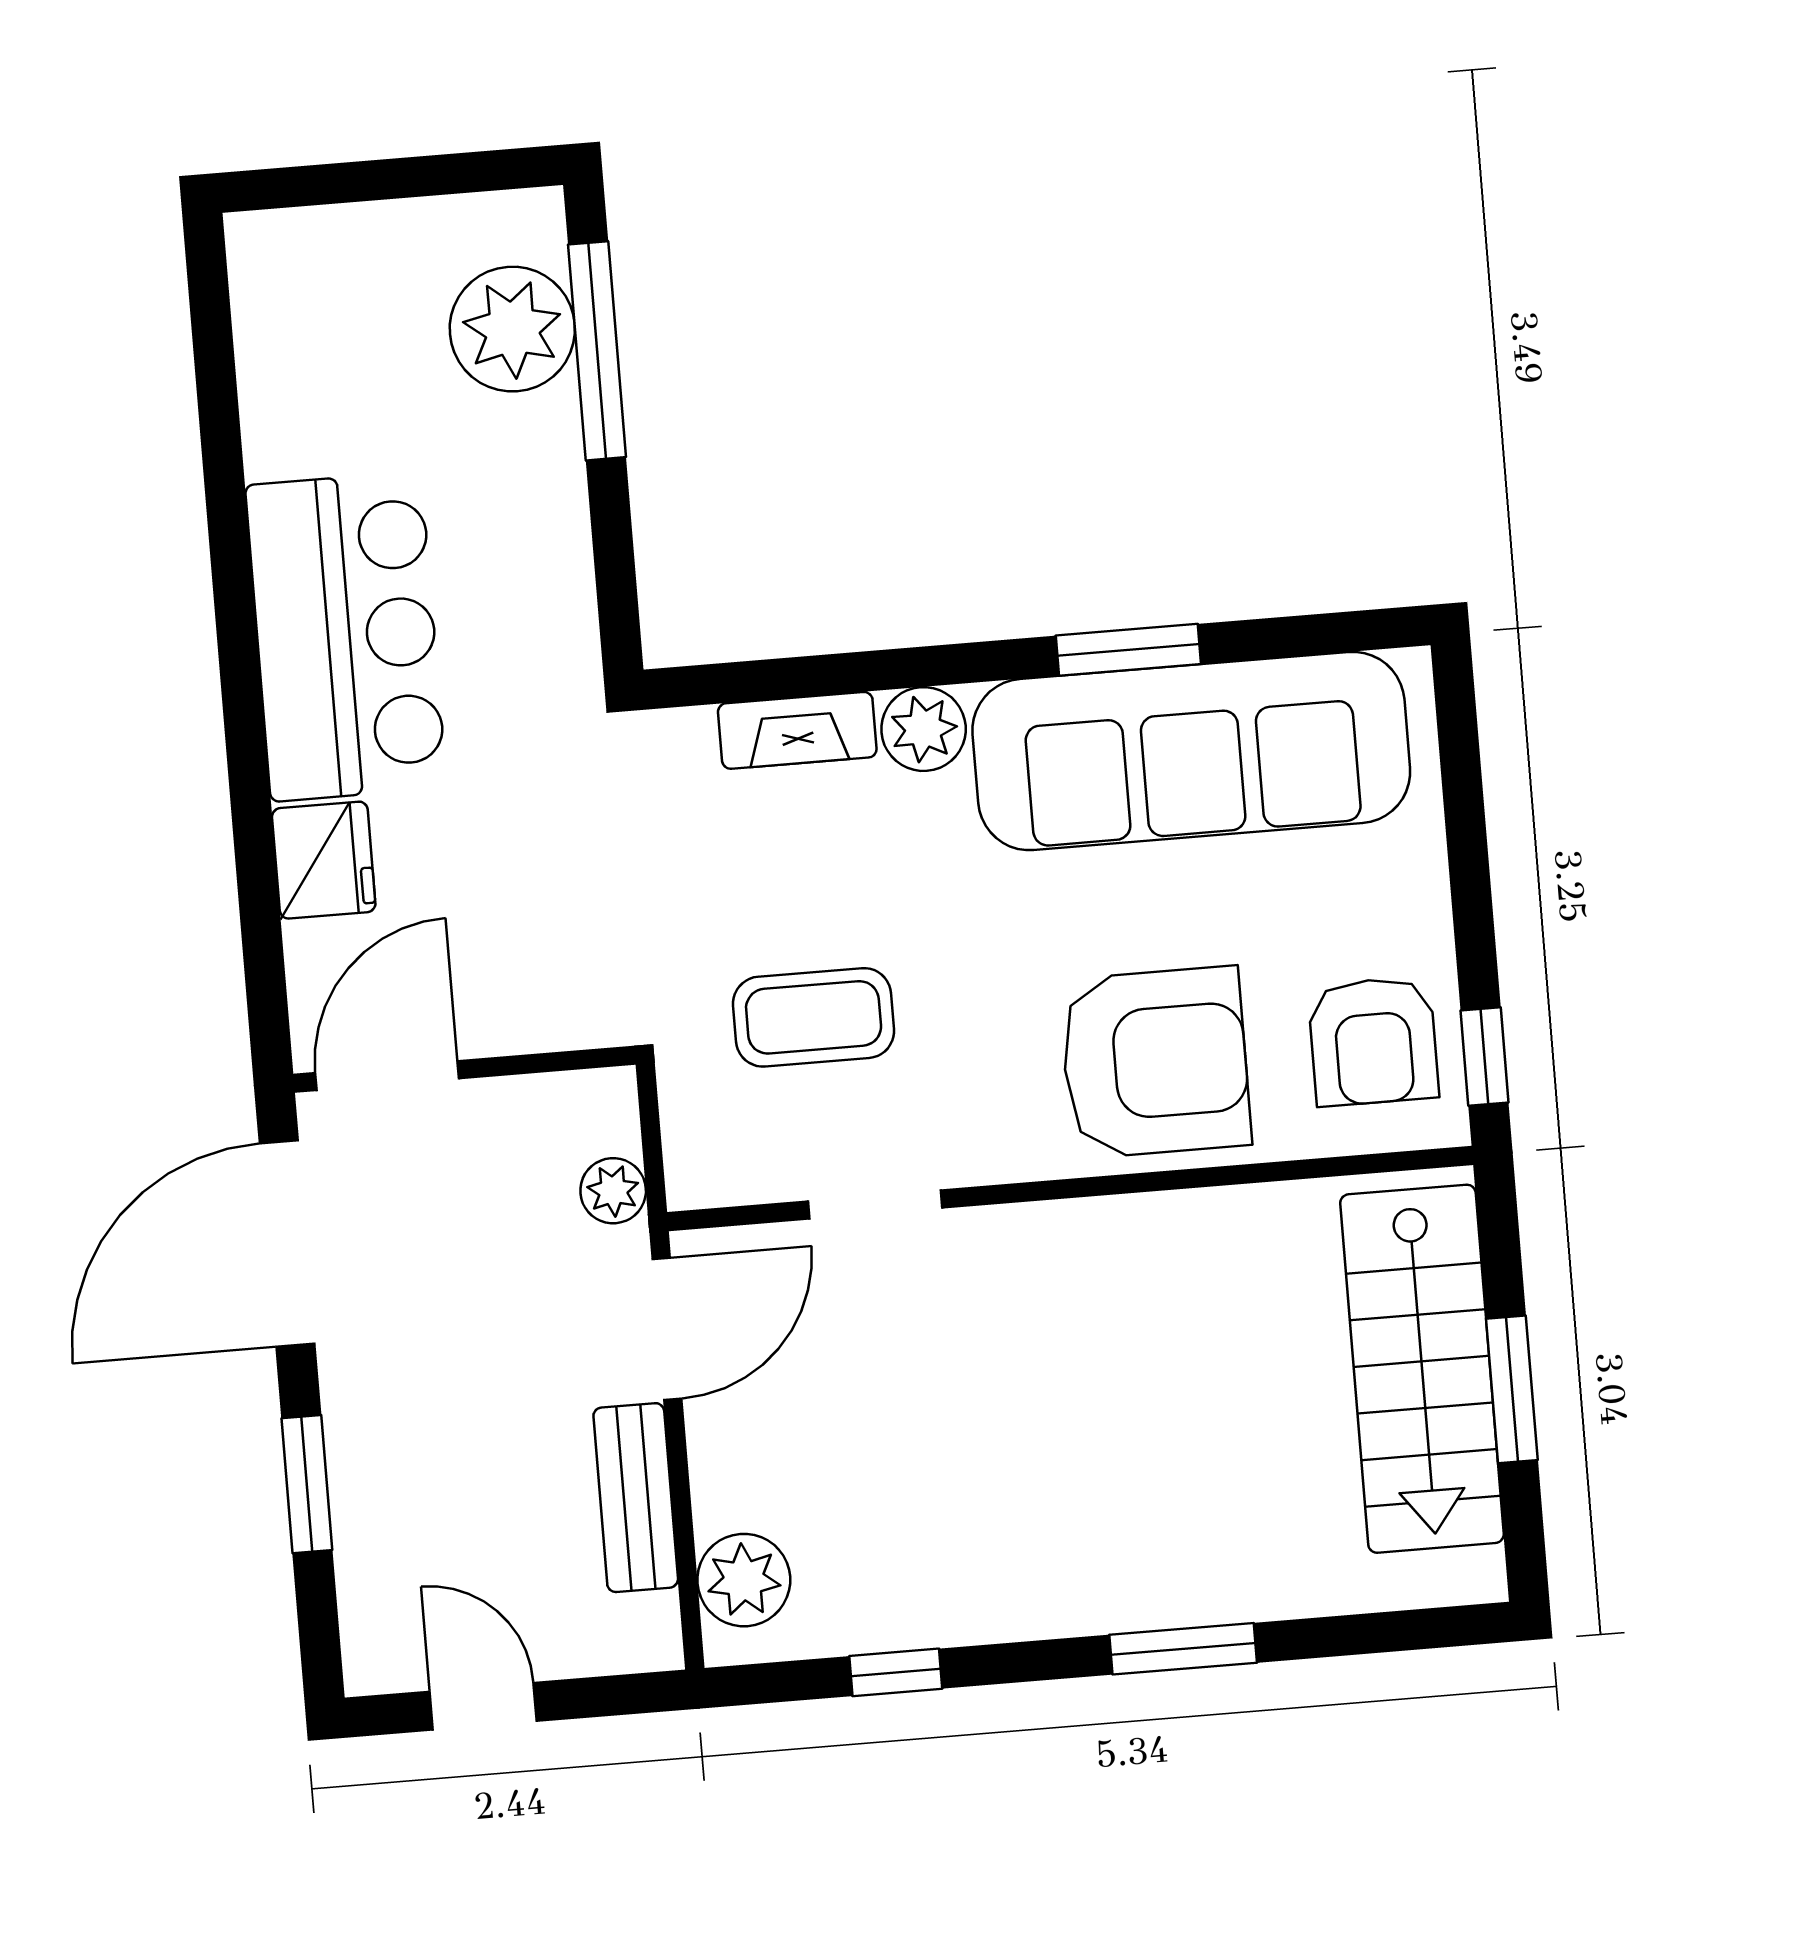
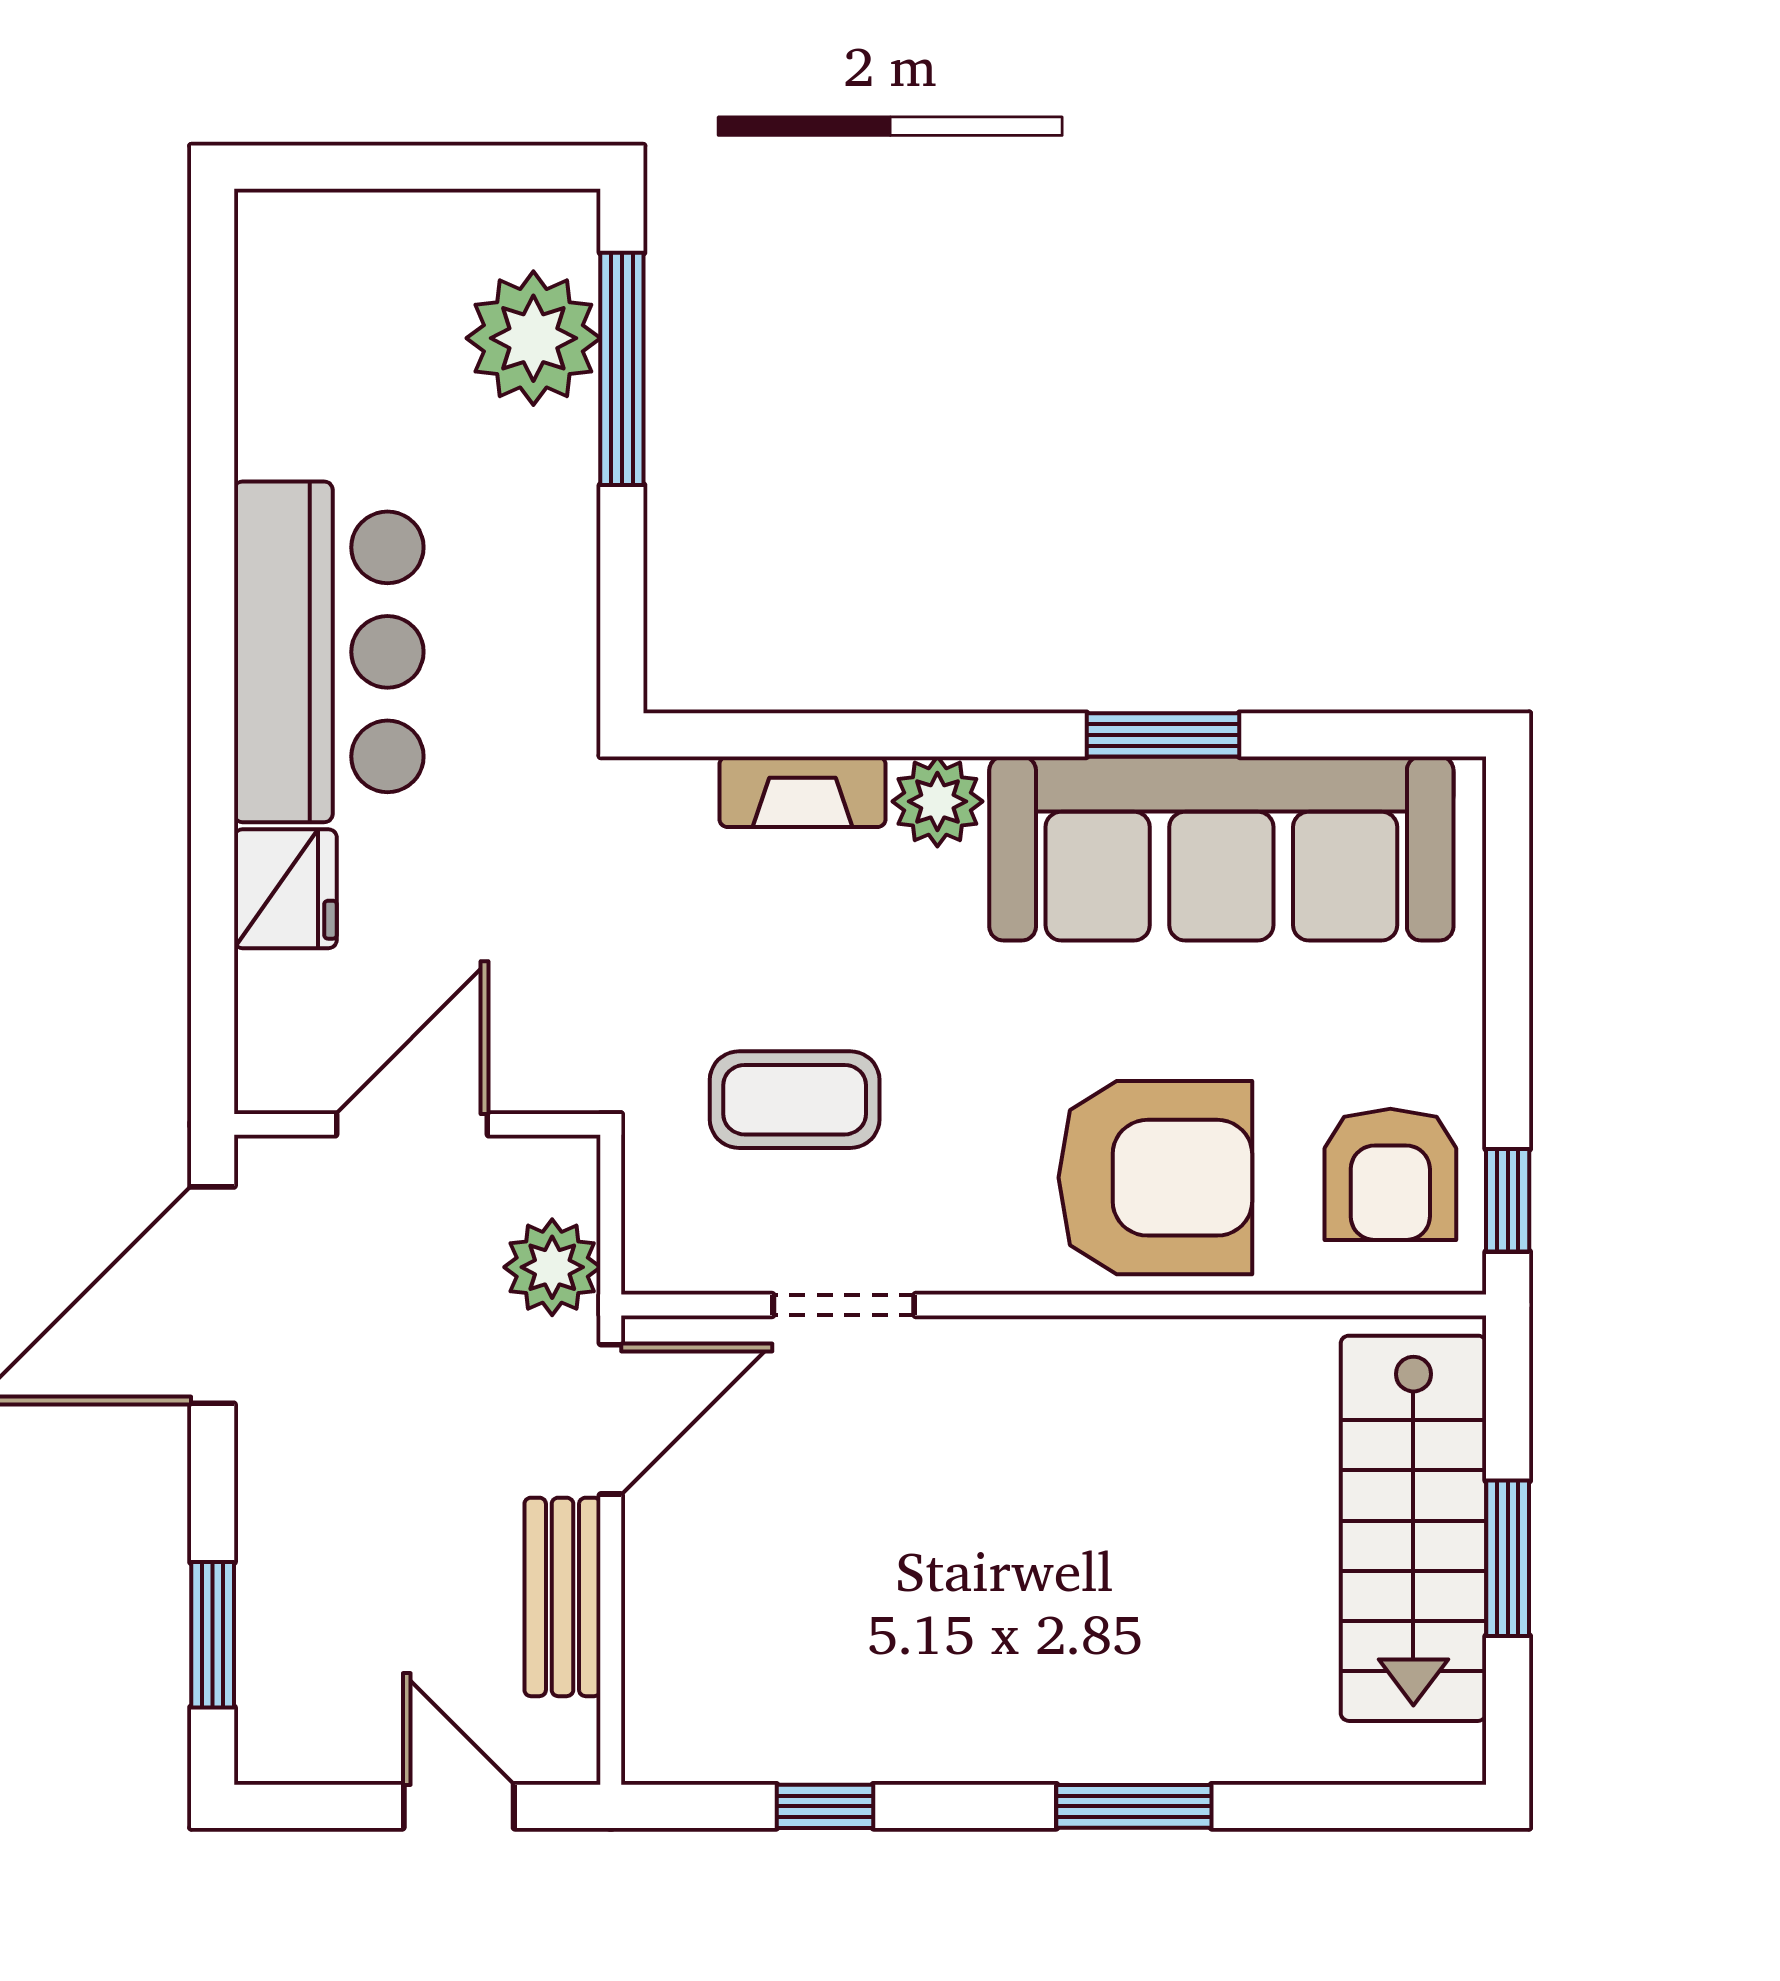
door: (387, 1076) -> (412, 1124), moved
plant: (613, 1191) -> (552, 1267), width x1.38, depth x1.38
window: (307, 1484) -> (213, 1635), moved
plant: (744, 1580) -> (671, 1694), removed
door: (483, 1706) -> (459, 1806), moved

